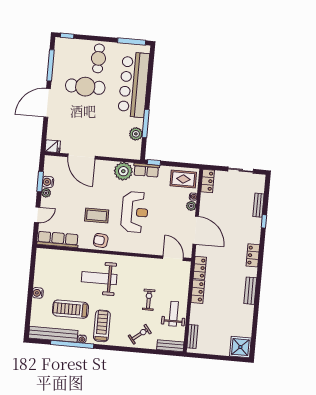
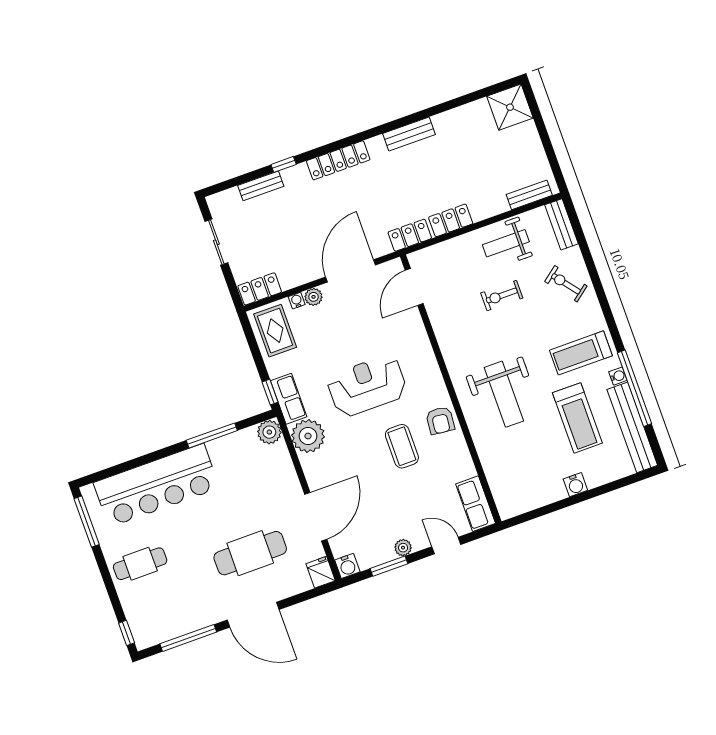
cafe table: (85, 87) -> (250, 553), moved, turned 90
plant: (136, 134) -> (269, 432), moved
water cooler: (48, 182) -> (347, 566), moved
row of seats: (58, 239) -> (476, 504), width x0.68
locker: (253, 255) -> (338, 160), width x1.53

